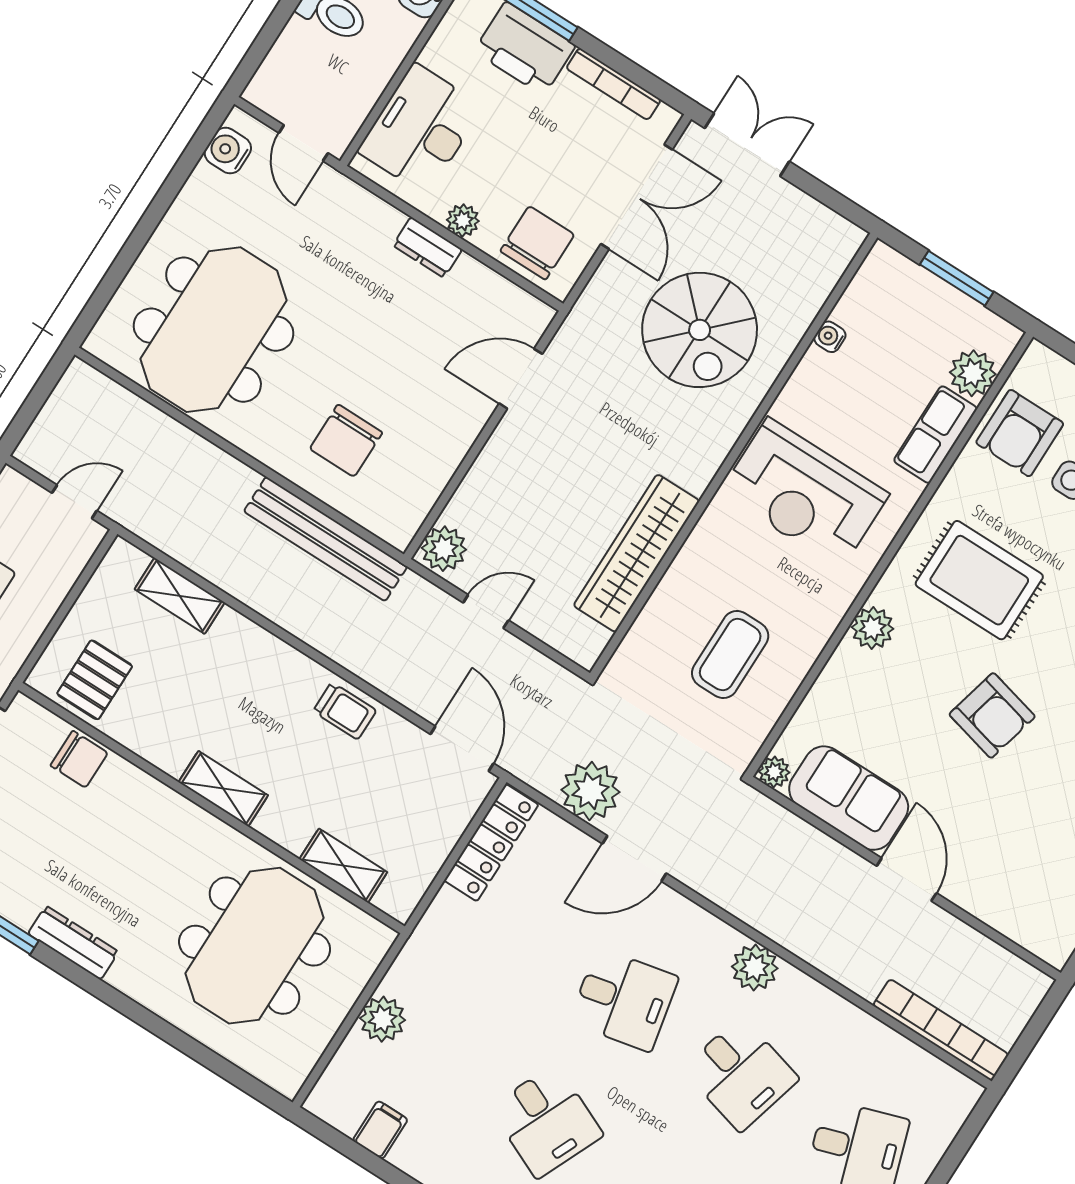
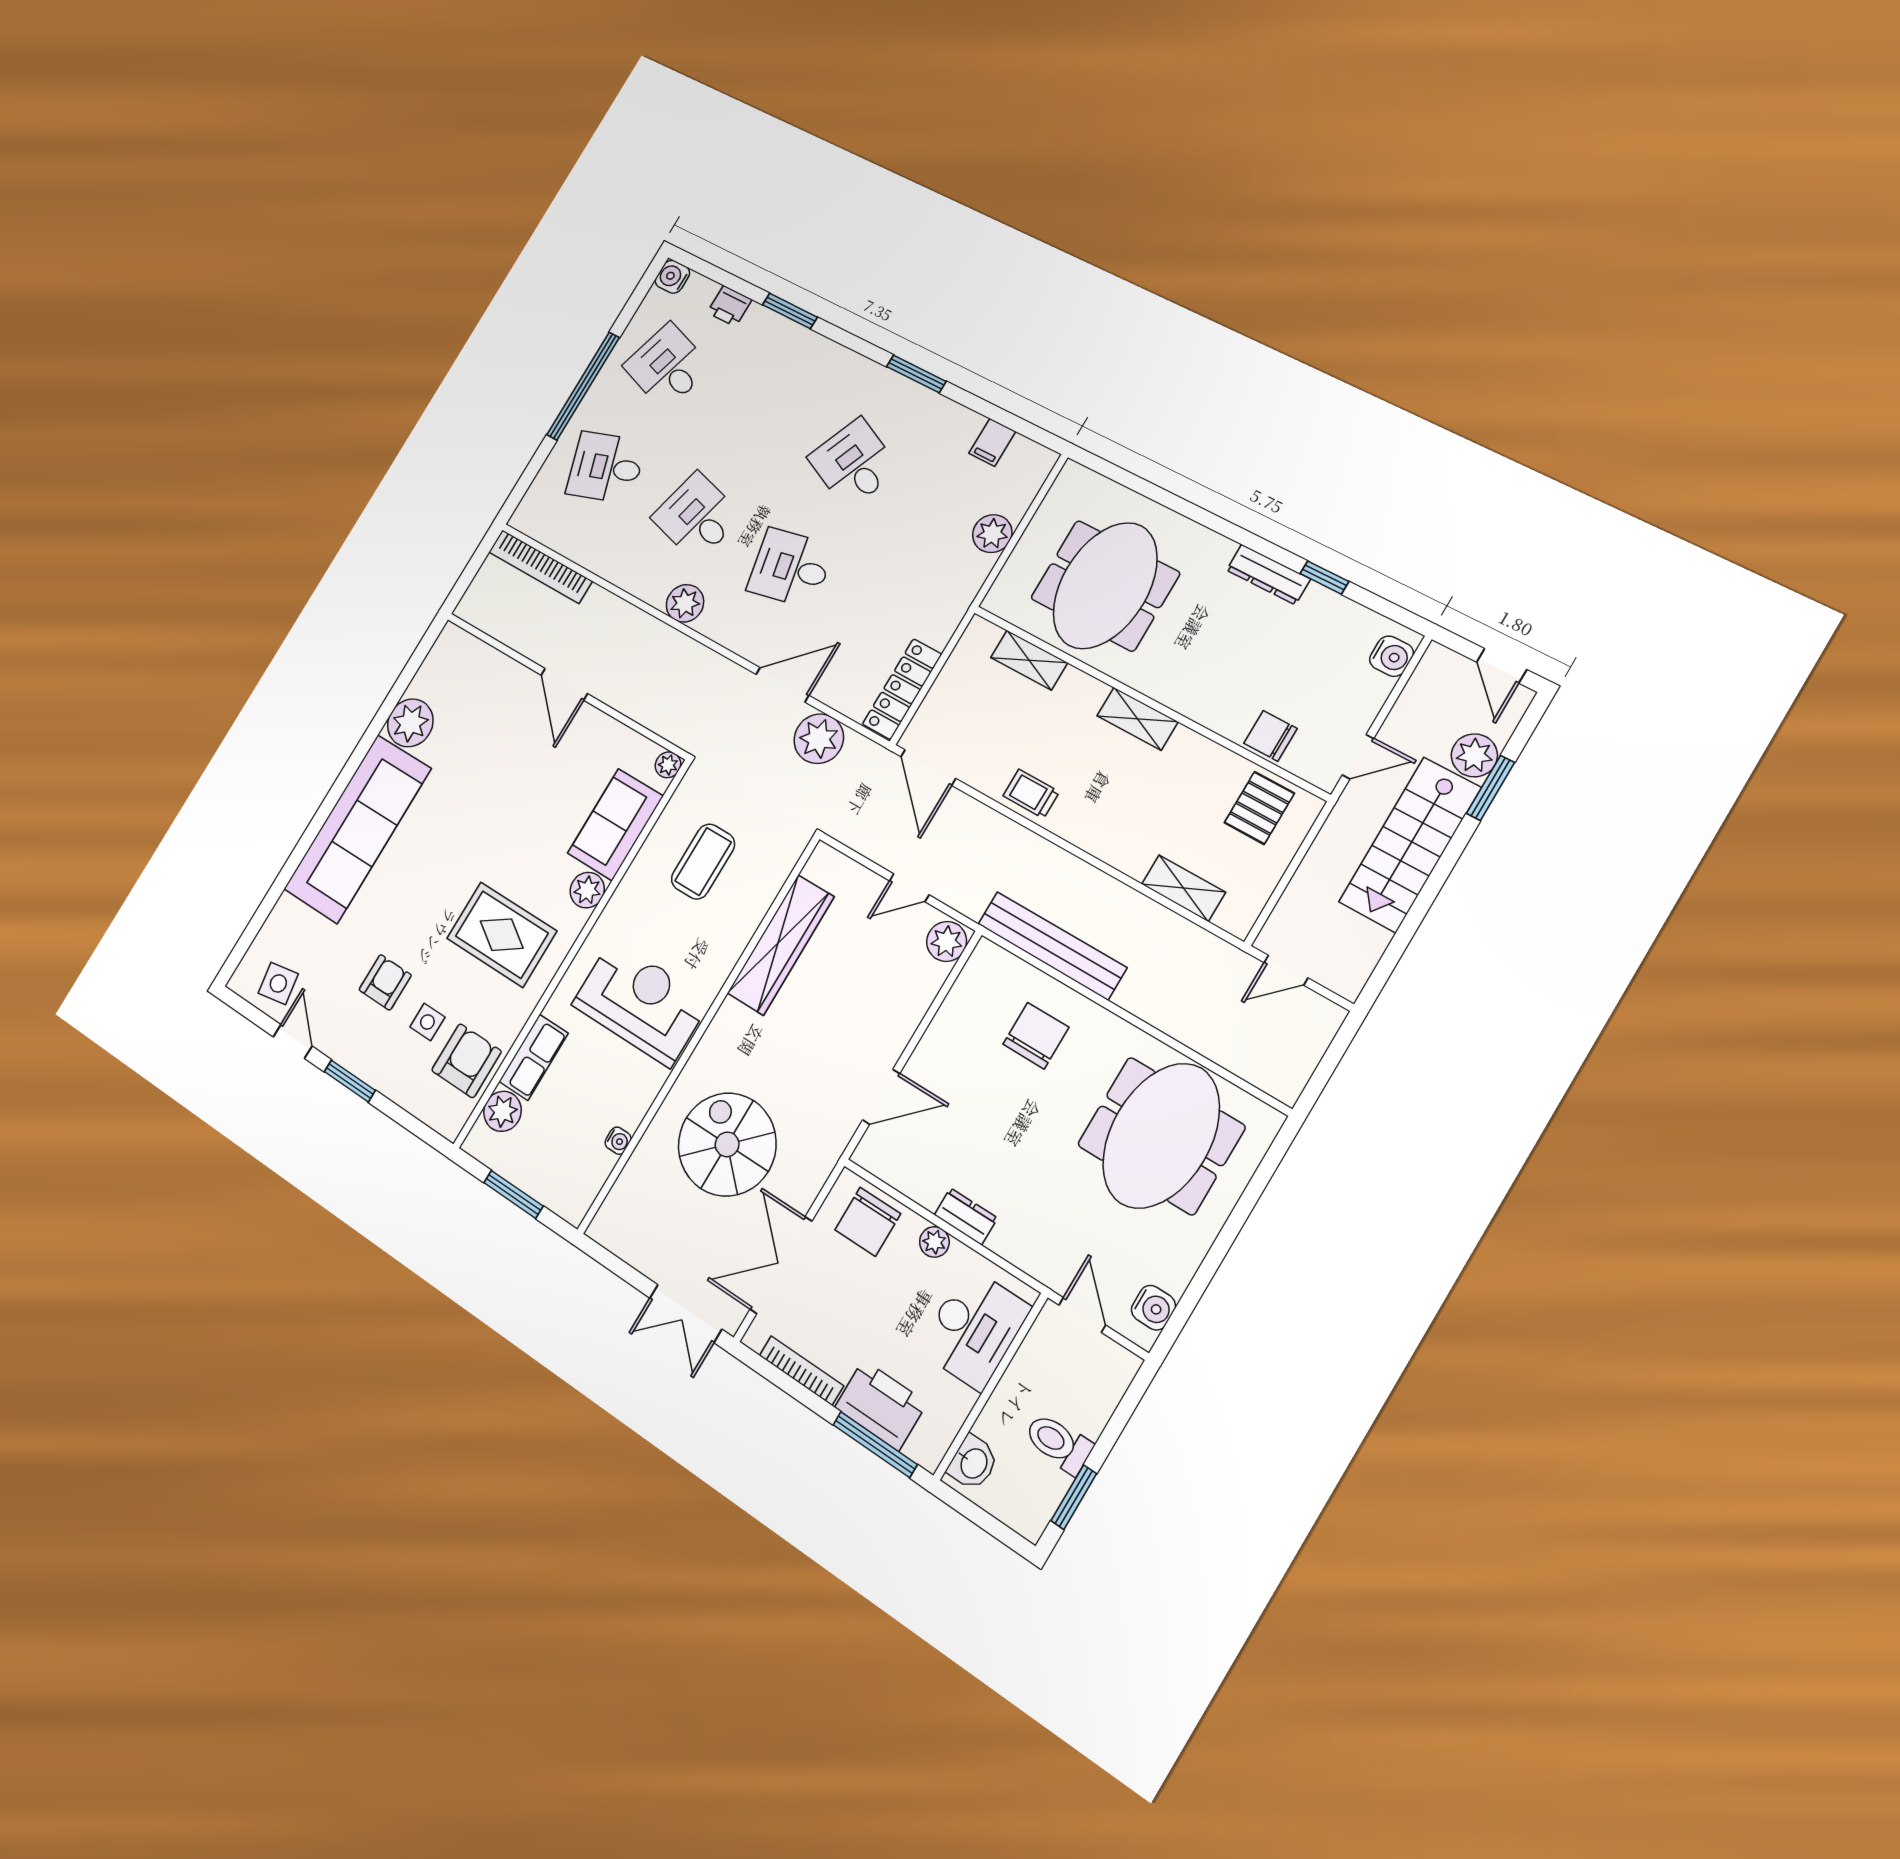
armchair: (992, 715) -> (494, 823), removed
sofa: (849, 798) -> (615, 825), moved, turned 90

